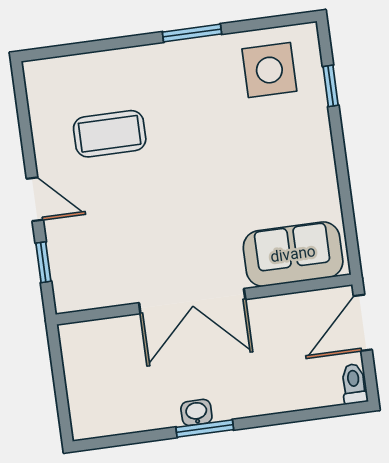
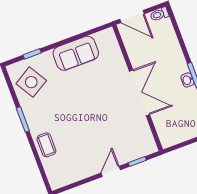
side table: (269, 70) -> (31, 82), turned -31
coffee table: (110, 134) -> (46, 145), moved, width x0.73, depth x0.77
sofa: (293, 254) -> (76, 53), moved, turned -90

